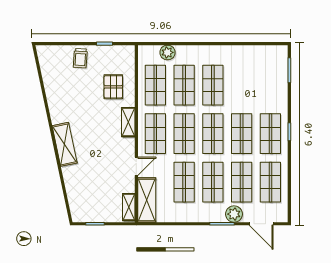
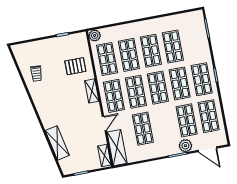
plant: (167, 52) -> (95, 35), moved
trolley: (80, 58) -> (36, 73), moved
pallet: (113, 87) -> (75, 66), turned 90
shelving: (65, 144) -> (57, 143), moved
shop shelf: (213, 182) -> (173, 47), moved

